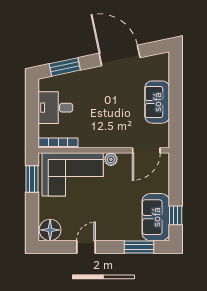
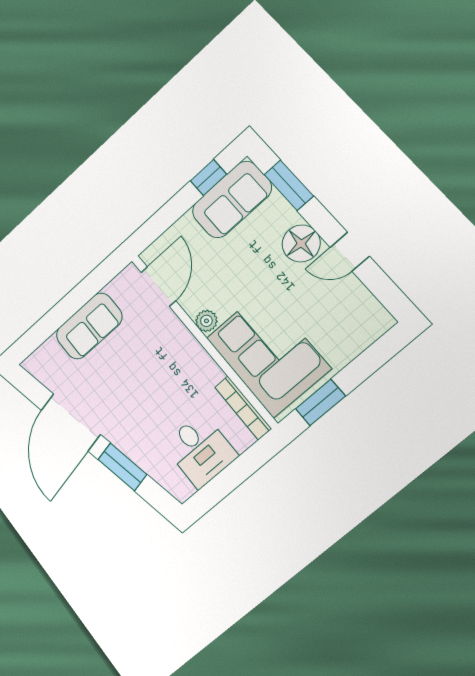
window: (65, 67) -> (122, 467), moved
door: (146, 150) -> (158, 287), hinge flipped
floor lamp: (50, 230) -> (301, 243), moved

